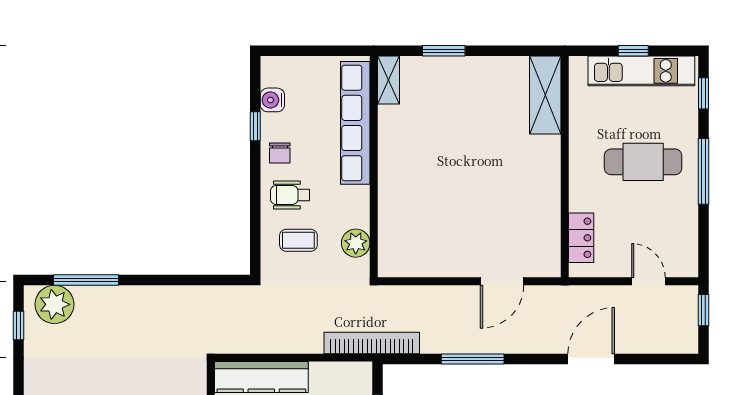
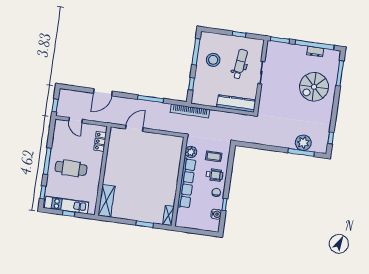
row of seats: (355, 123) -> (187, 183), moved
plant: (54, 304) -> (303, 143), moved

